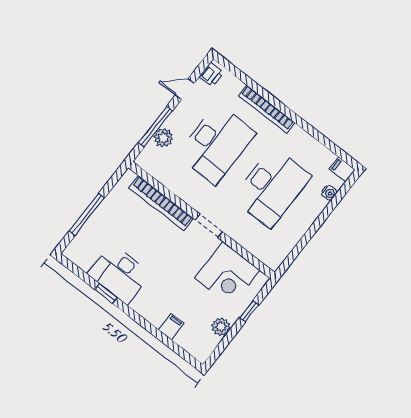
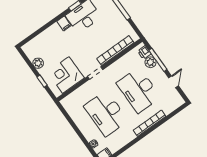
printer: (211, 75) -> (144, 53), moved
filing cabinet: (171, 327) -> (64, 23), moved

